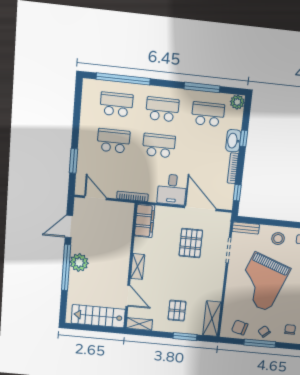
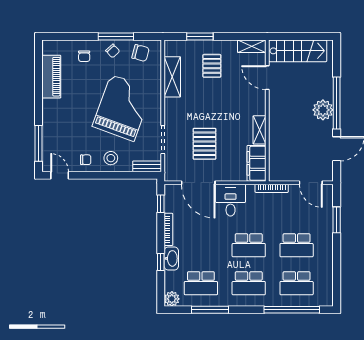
shelving: (138, 267) -> (259, 130), moved
shelving: (212, 319) -> (172, 77), moved

